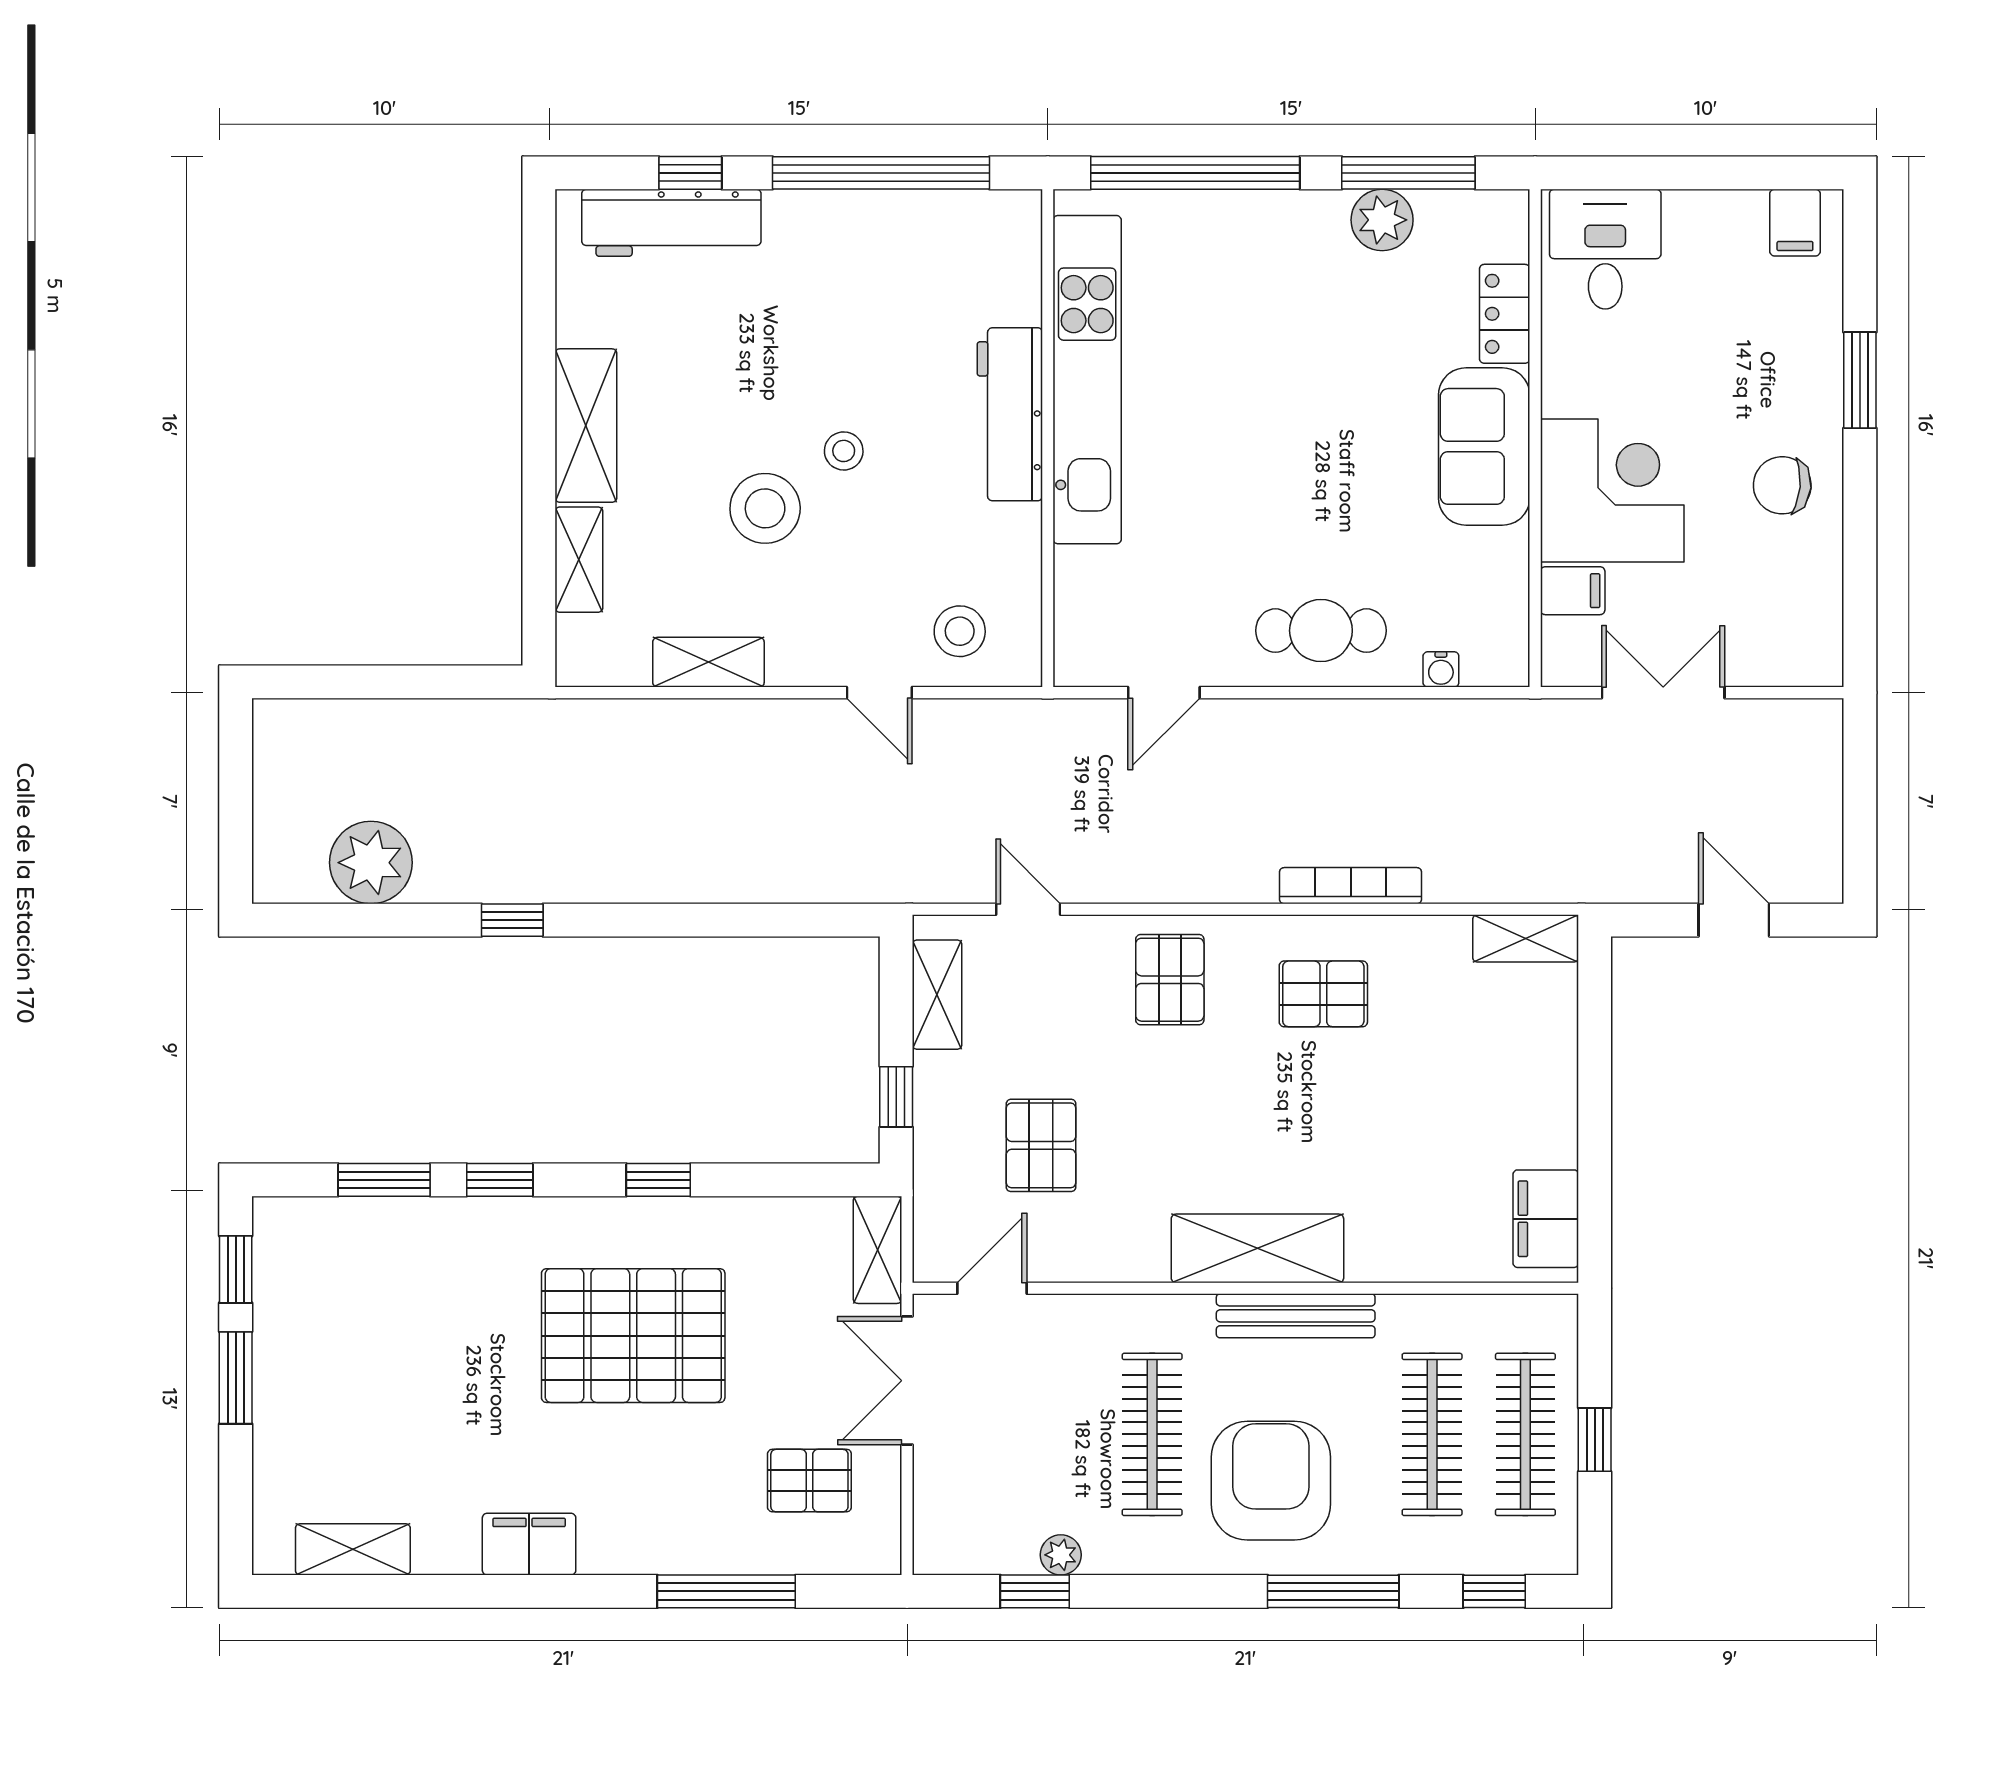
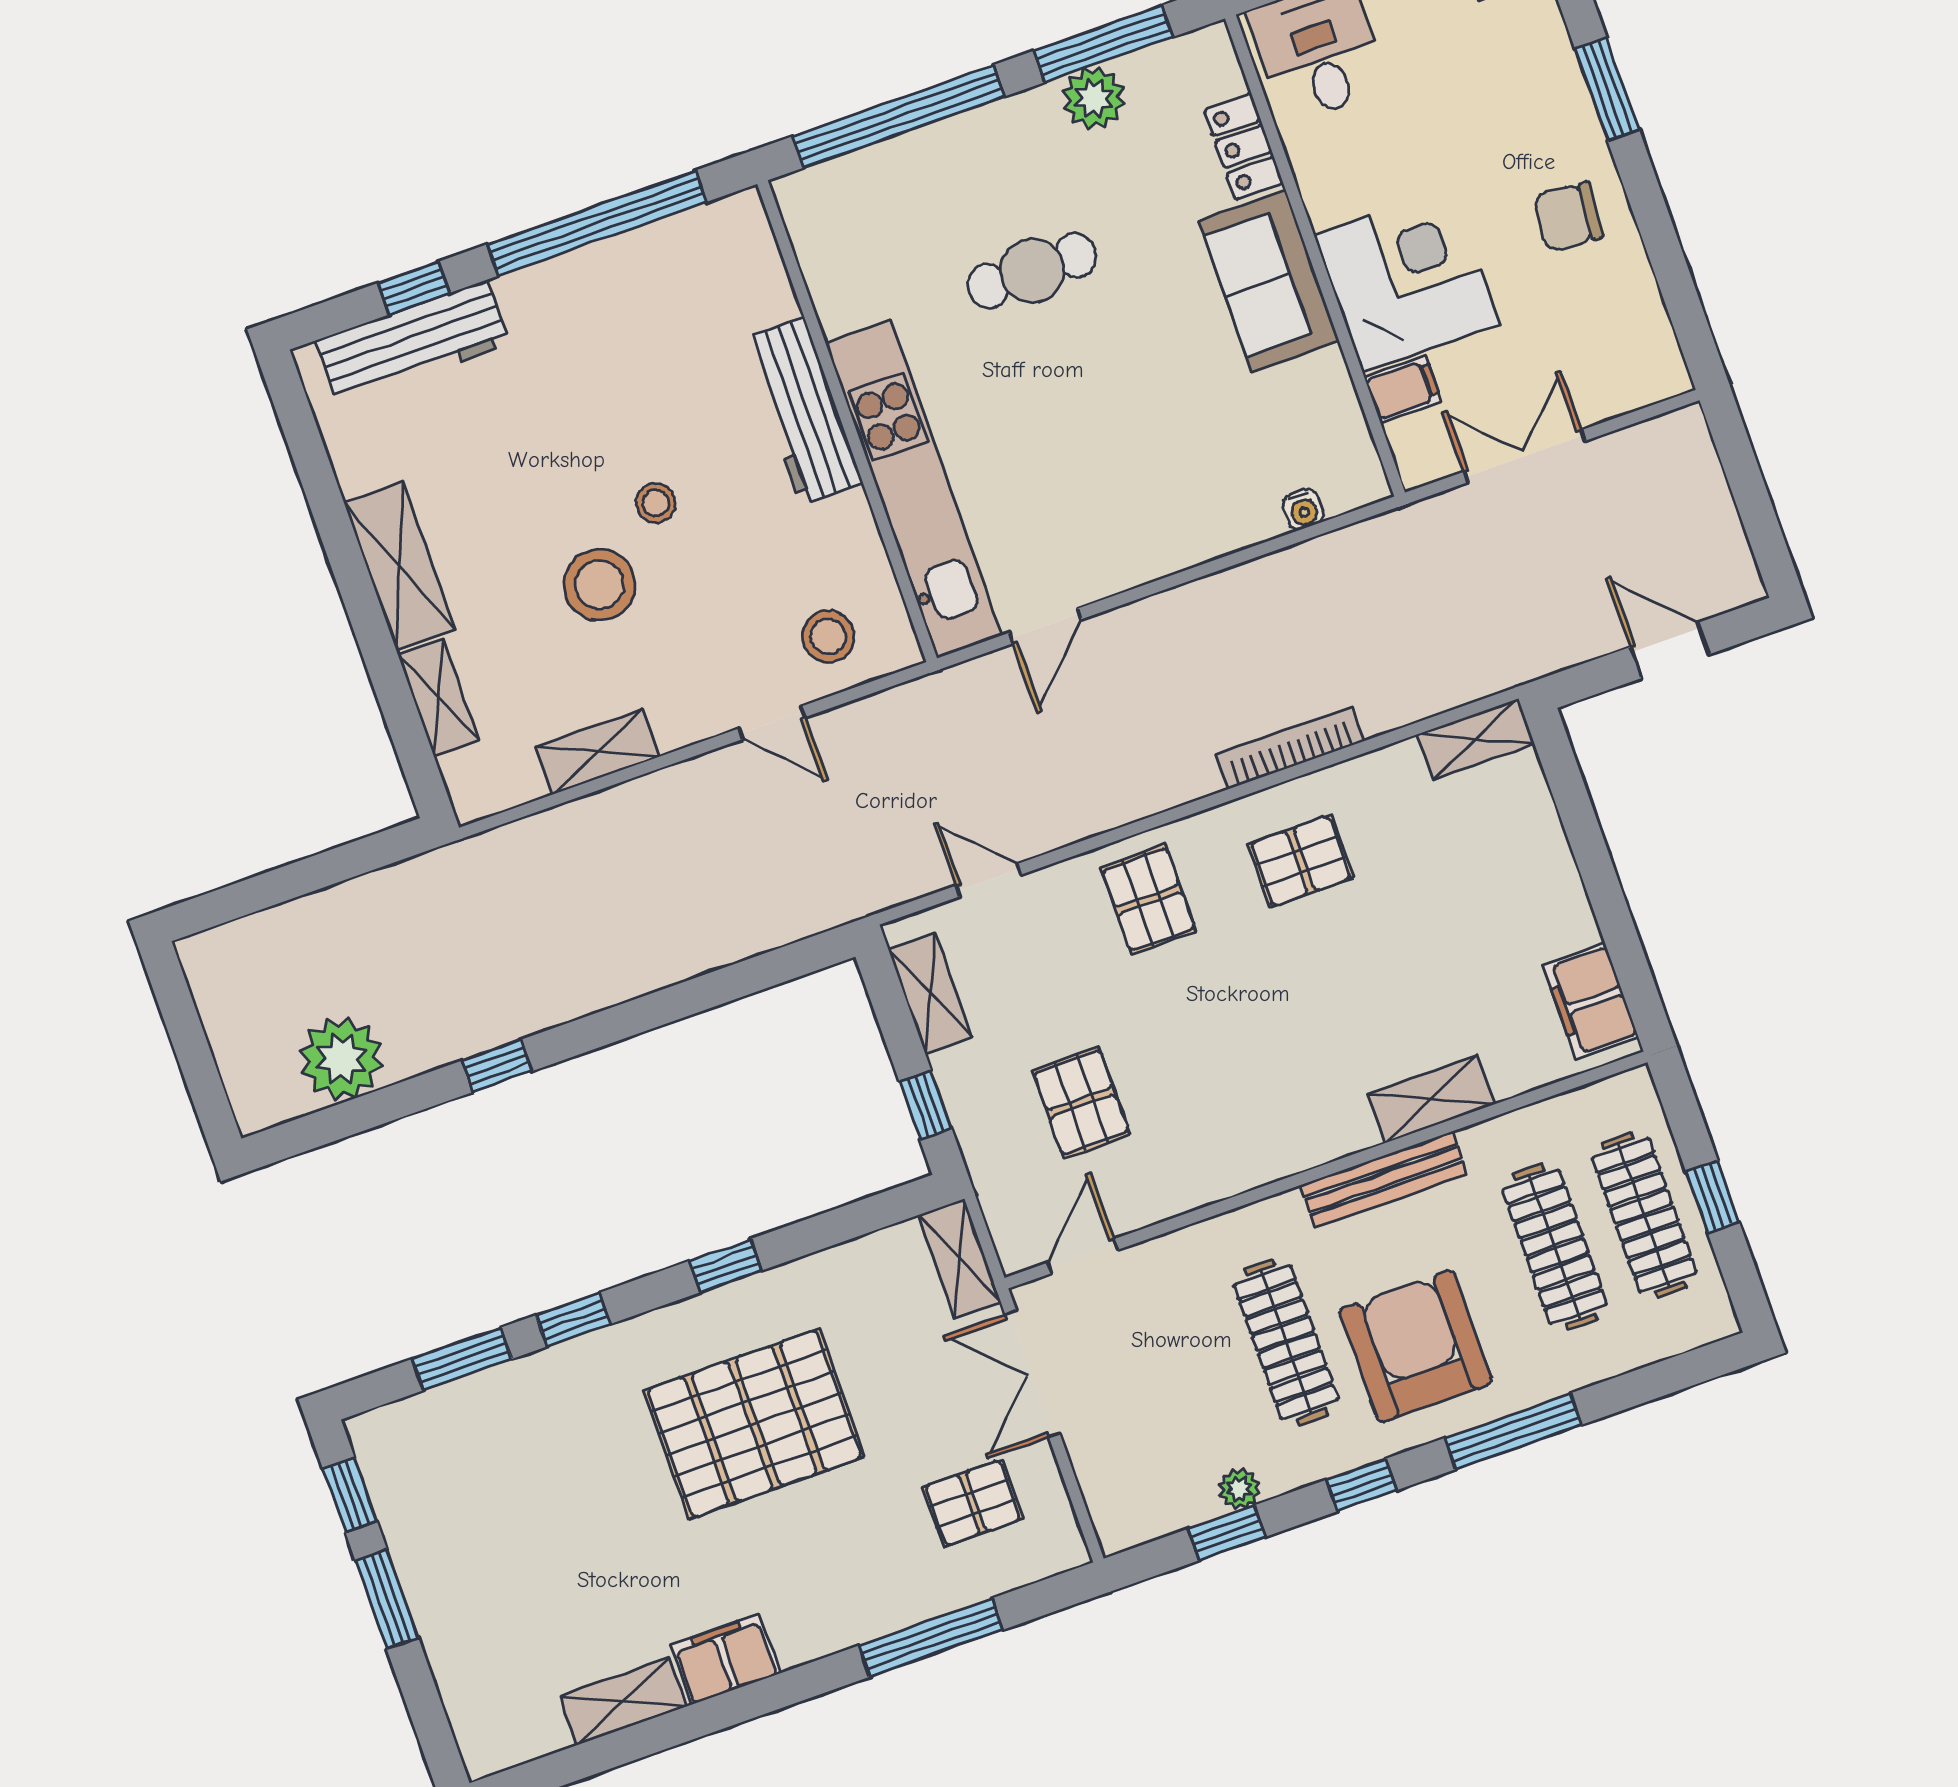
kitchen unit: (1087, 380) -> (914, 489), moved
cafe table: (1321, 631) -> (1032, 271), moved
shelving: (1257, 1248) -> (1431, 1099), moved, width x0.67, depth x0.75
shelving: (353, 1549) -> (623, 1701), moved
window: (1494, 1591) -> (1361, 1485), moved

